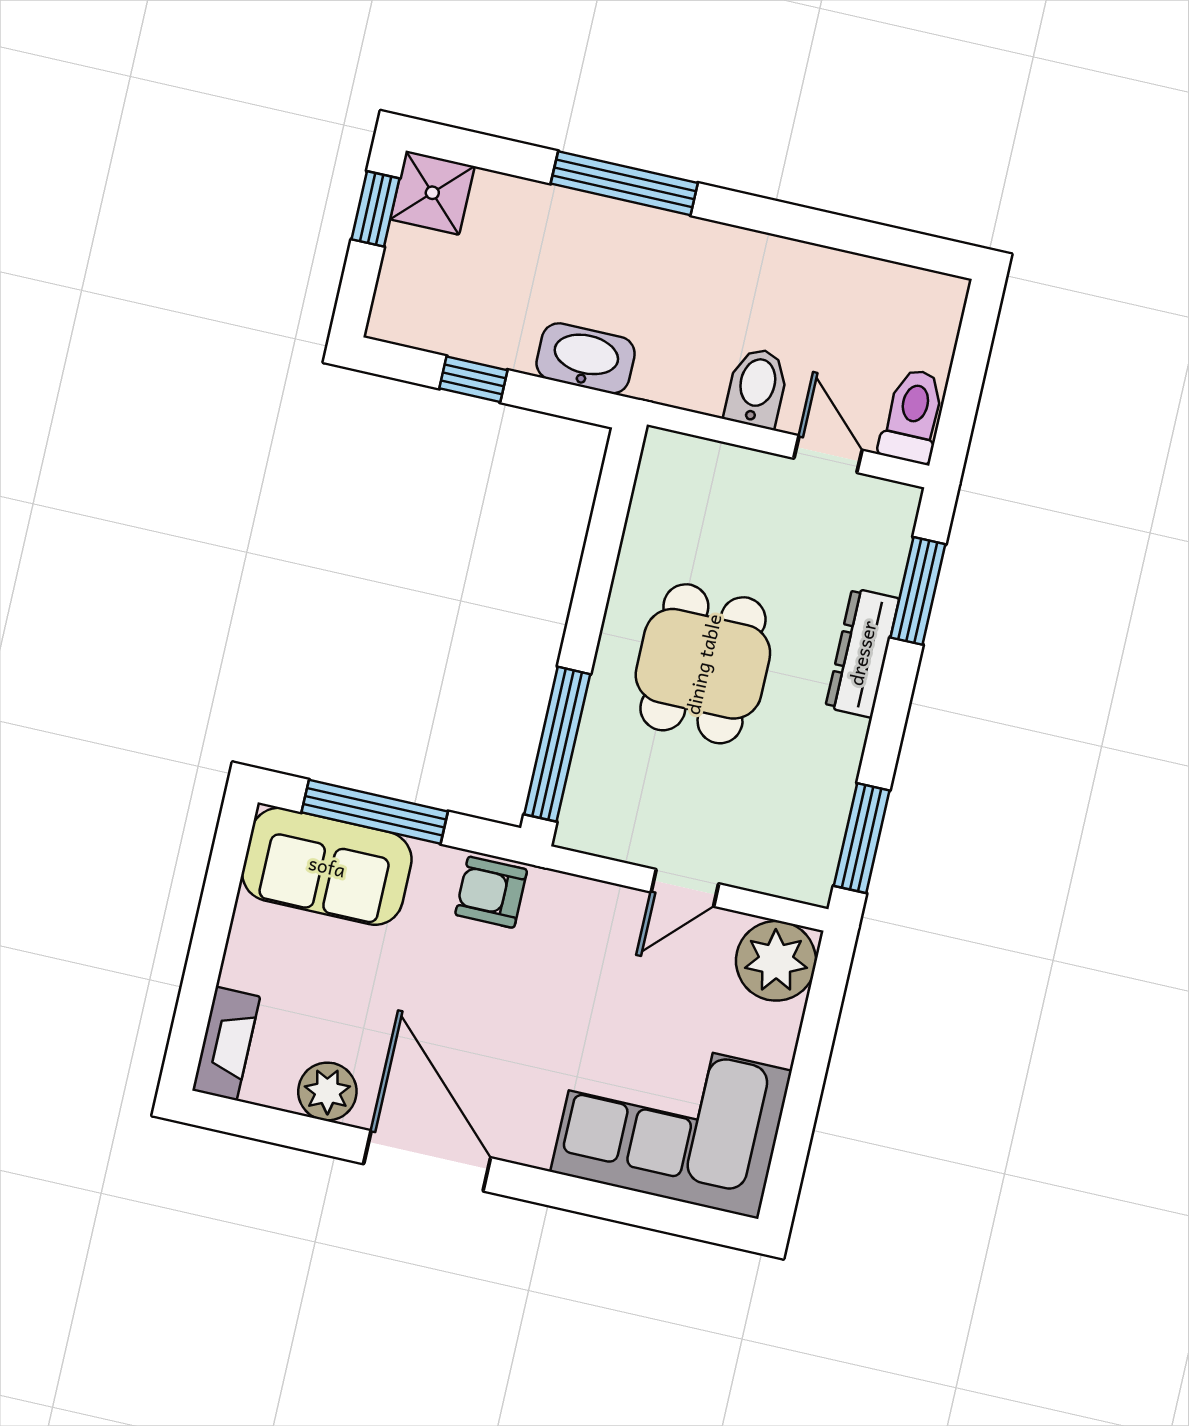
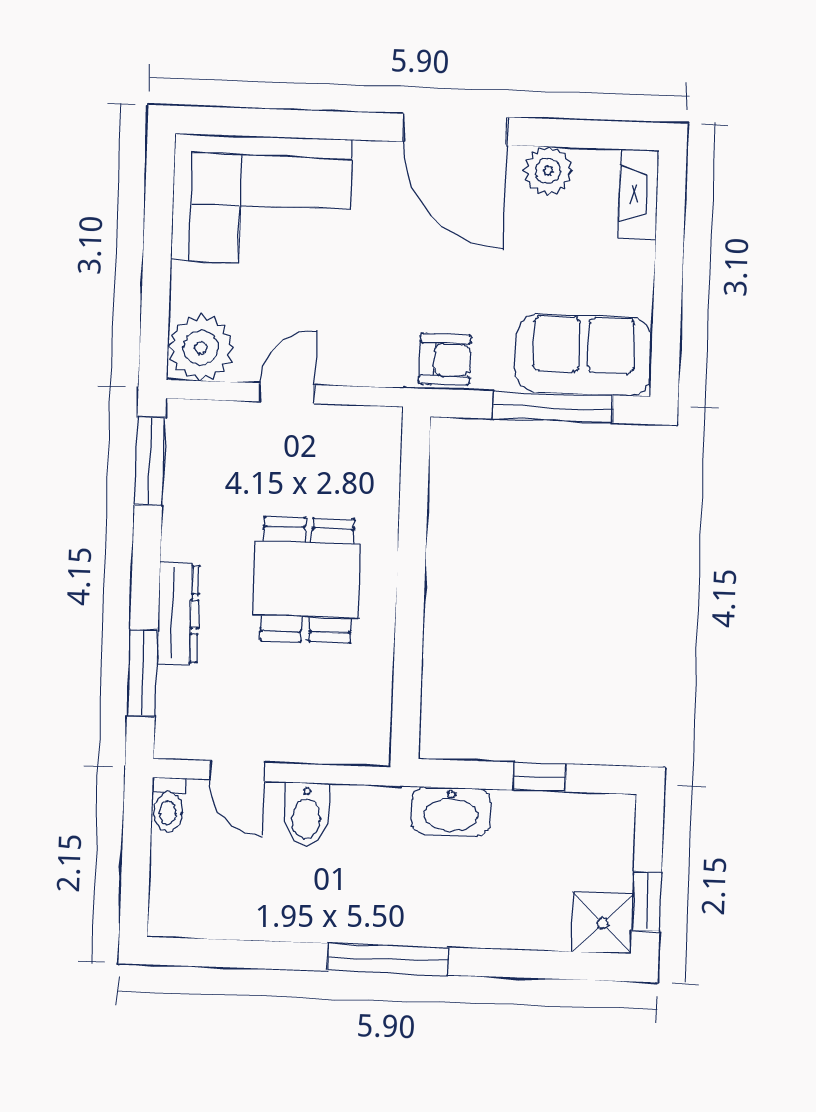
window: (624, 183) -> (388, 959), moved
toilet: (913, 416) -> (168, 805), width x0.73, depth x0.72
window: (557, 744) -> (414, 491), removed

